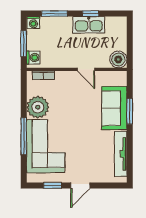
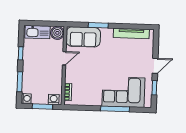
kitchen sink: (89, 25) -> (37, 32), moved, turned 90
plant: (38, 107) -> (93, 97), removed
sofa: (114, 108) -> (83, 37), moved
door: (80, 185) -> (155, 66), hinge flipped

